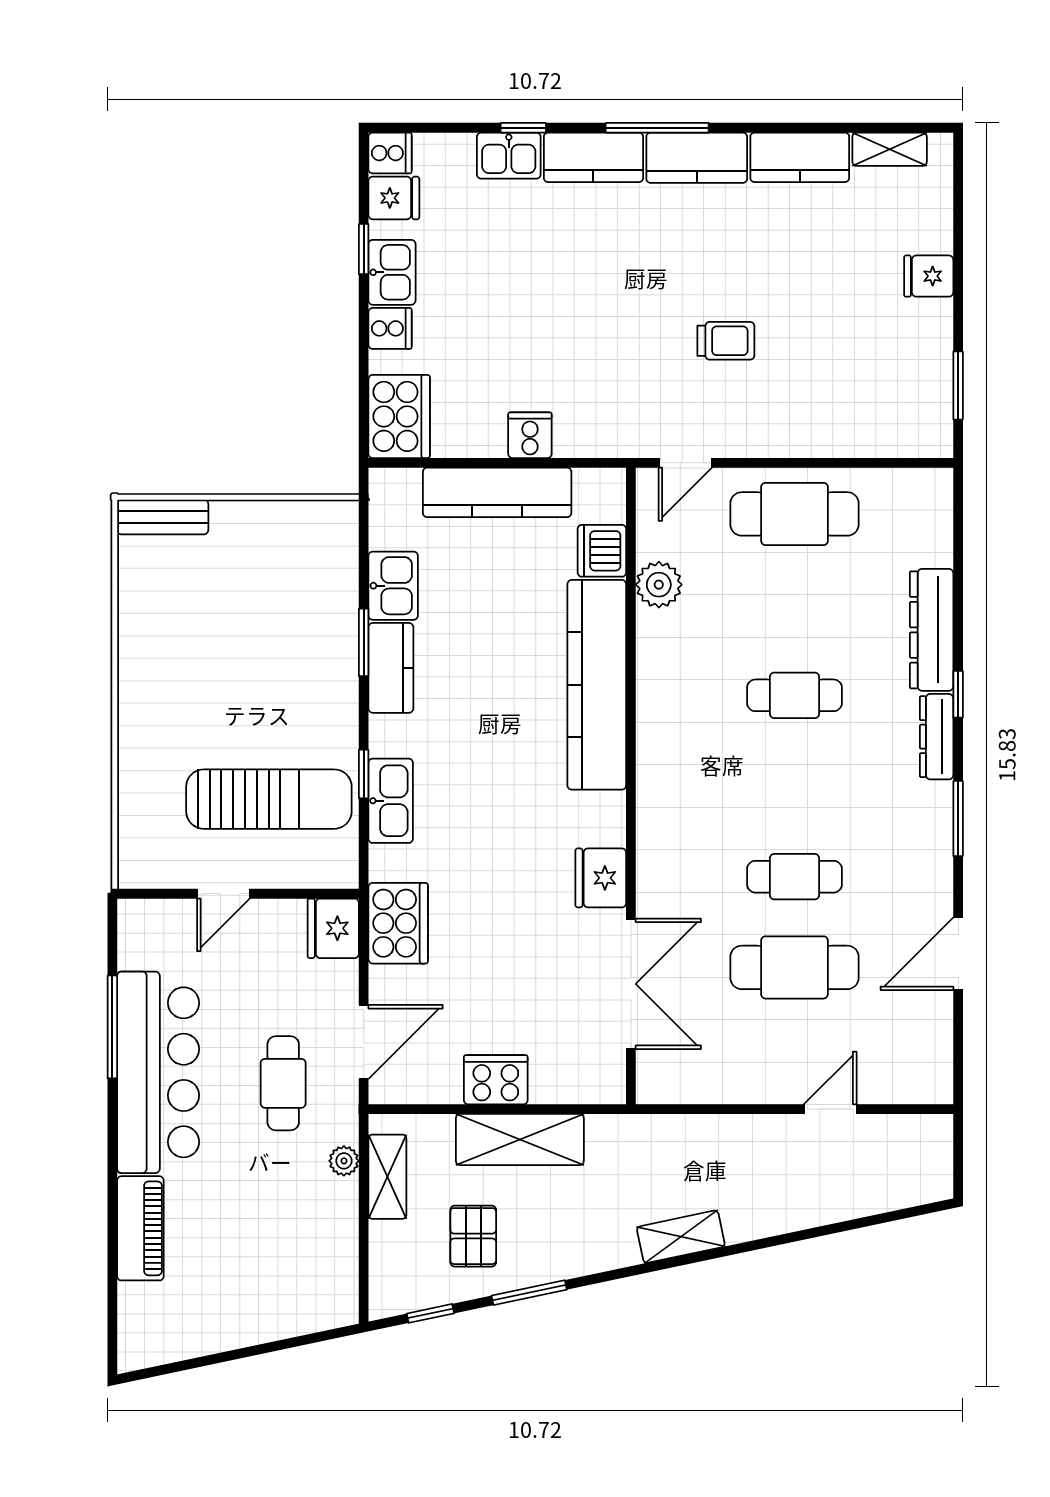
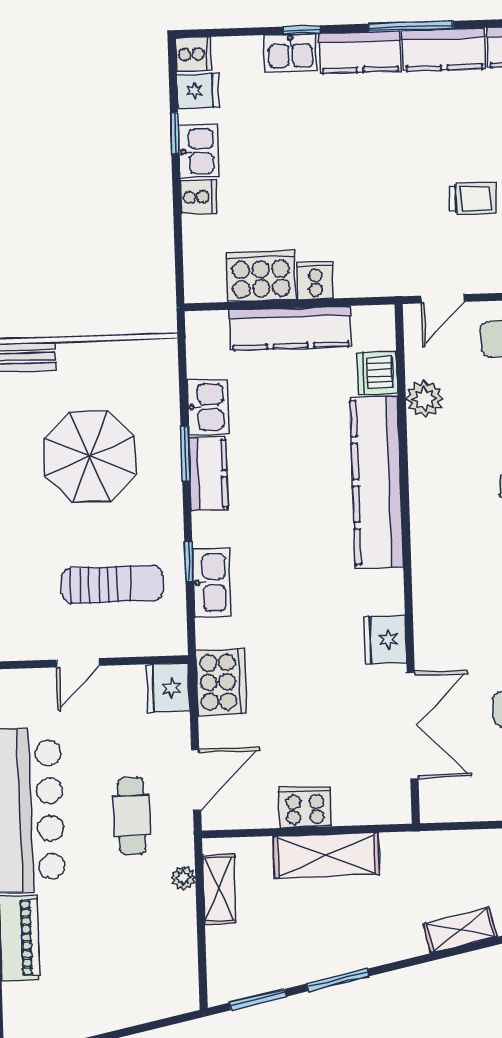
cooker: (399, 416) -> (261, 276), moved, turned -90
parasol: (247, 642) -> (90, 457), added
sun lounger: (269, 799) -> (112, 584), width x0.73, depth x0.75
pallet: (473, 1236) -> (291, 935), removed
window: (430, 1313) -> (258, 1000), width x1.50

